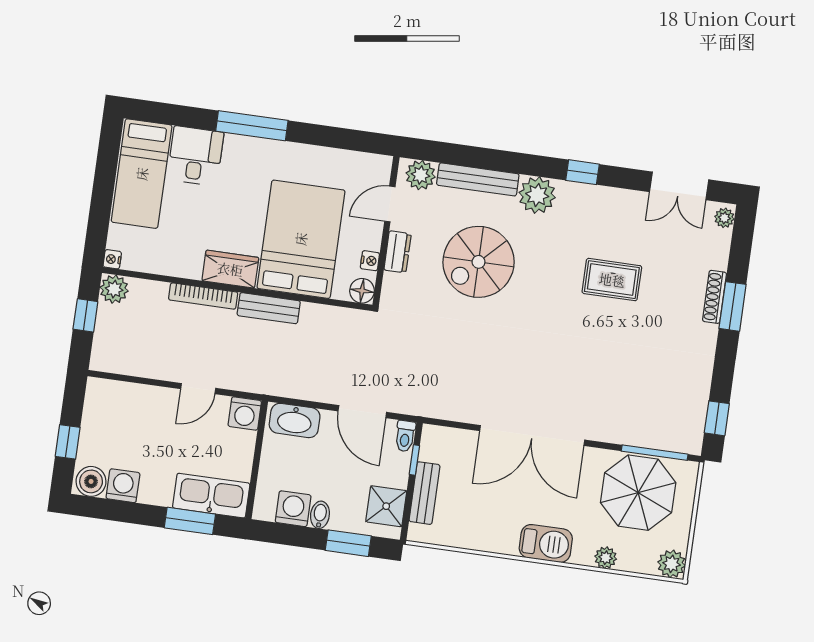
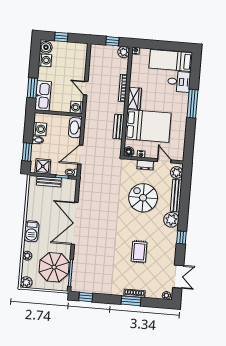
double door: (679, 186) -> (178, 277), swing flipped
bench: (269, 308) -> (119, 127), moved

